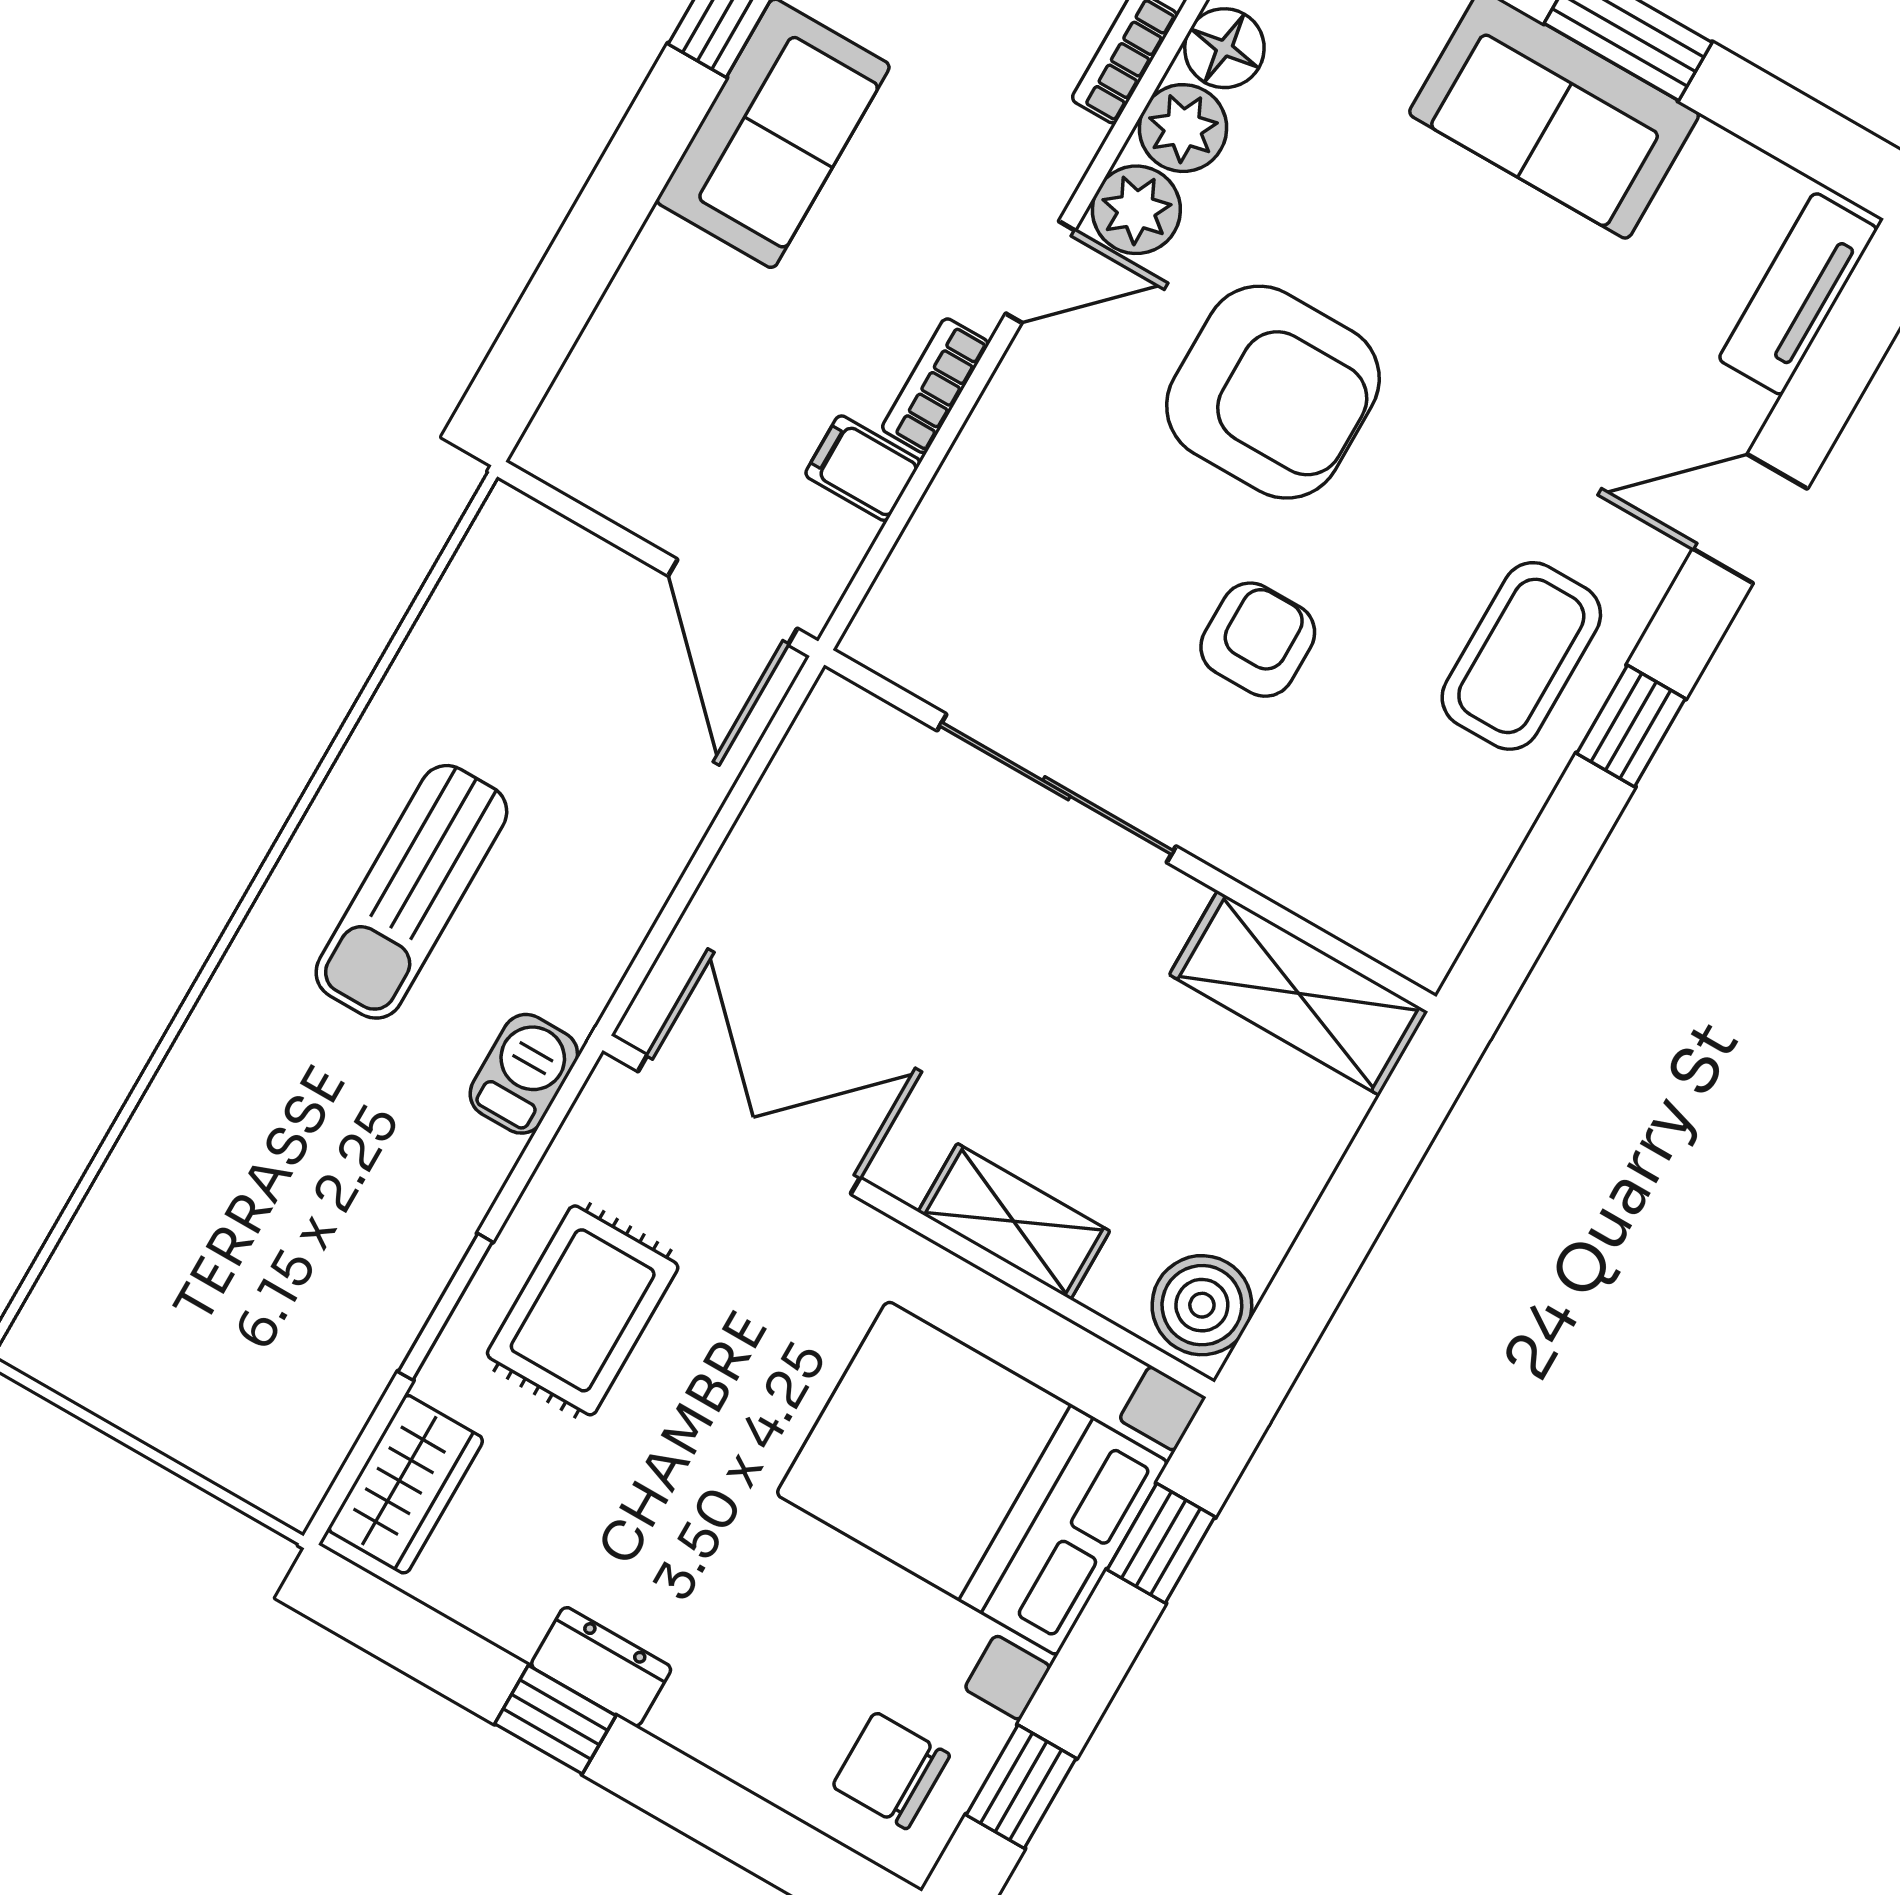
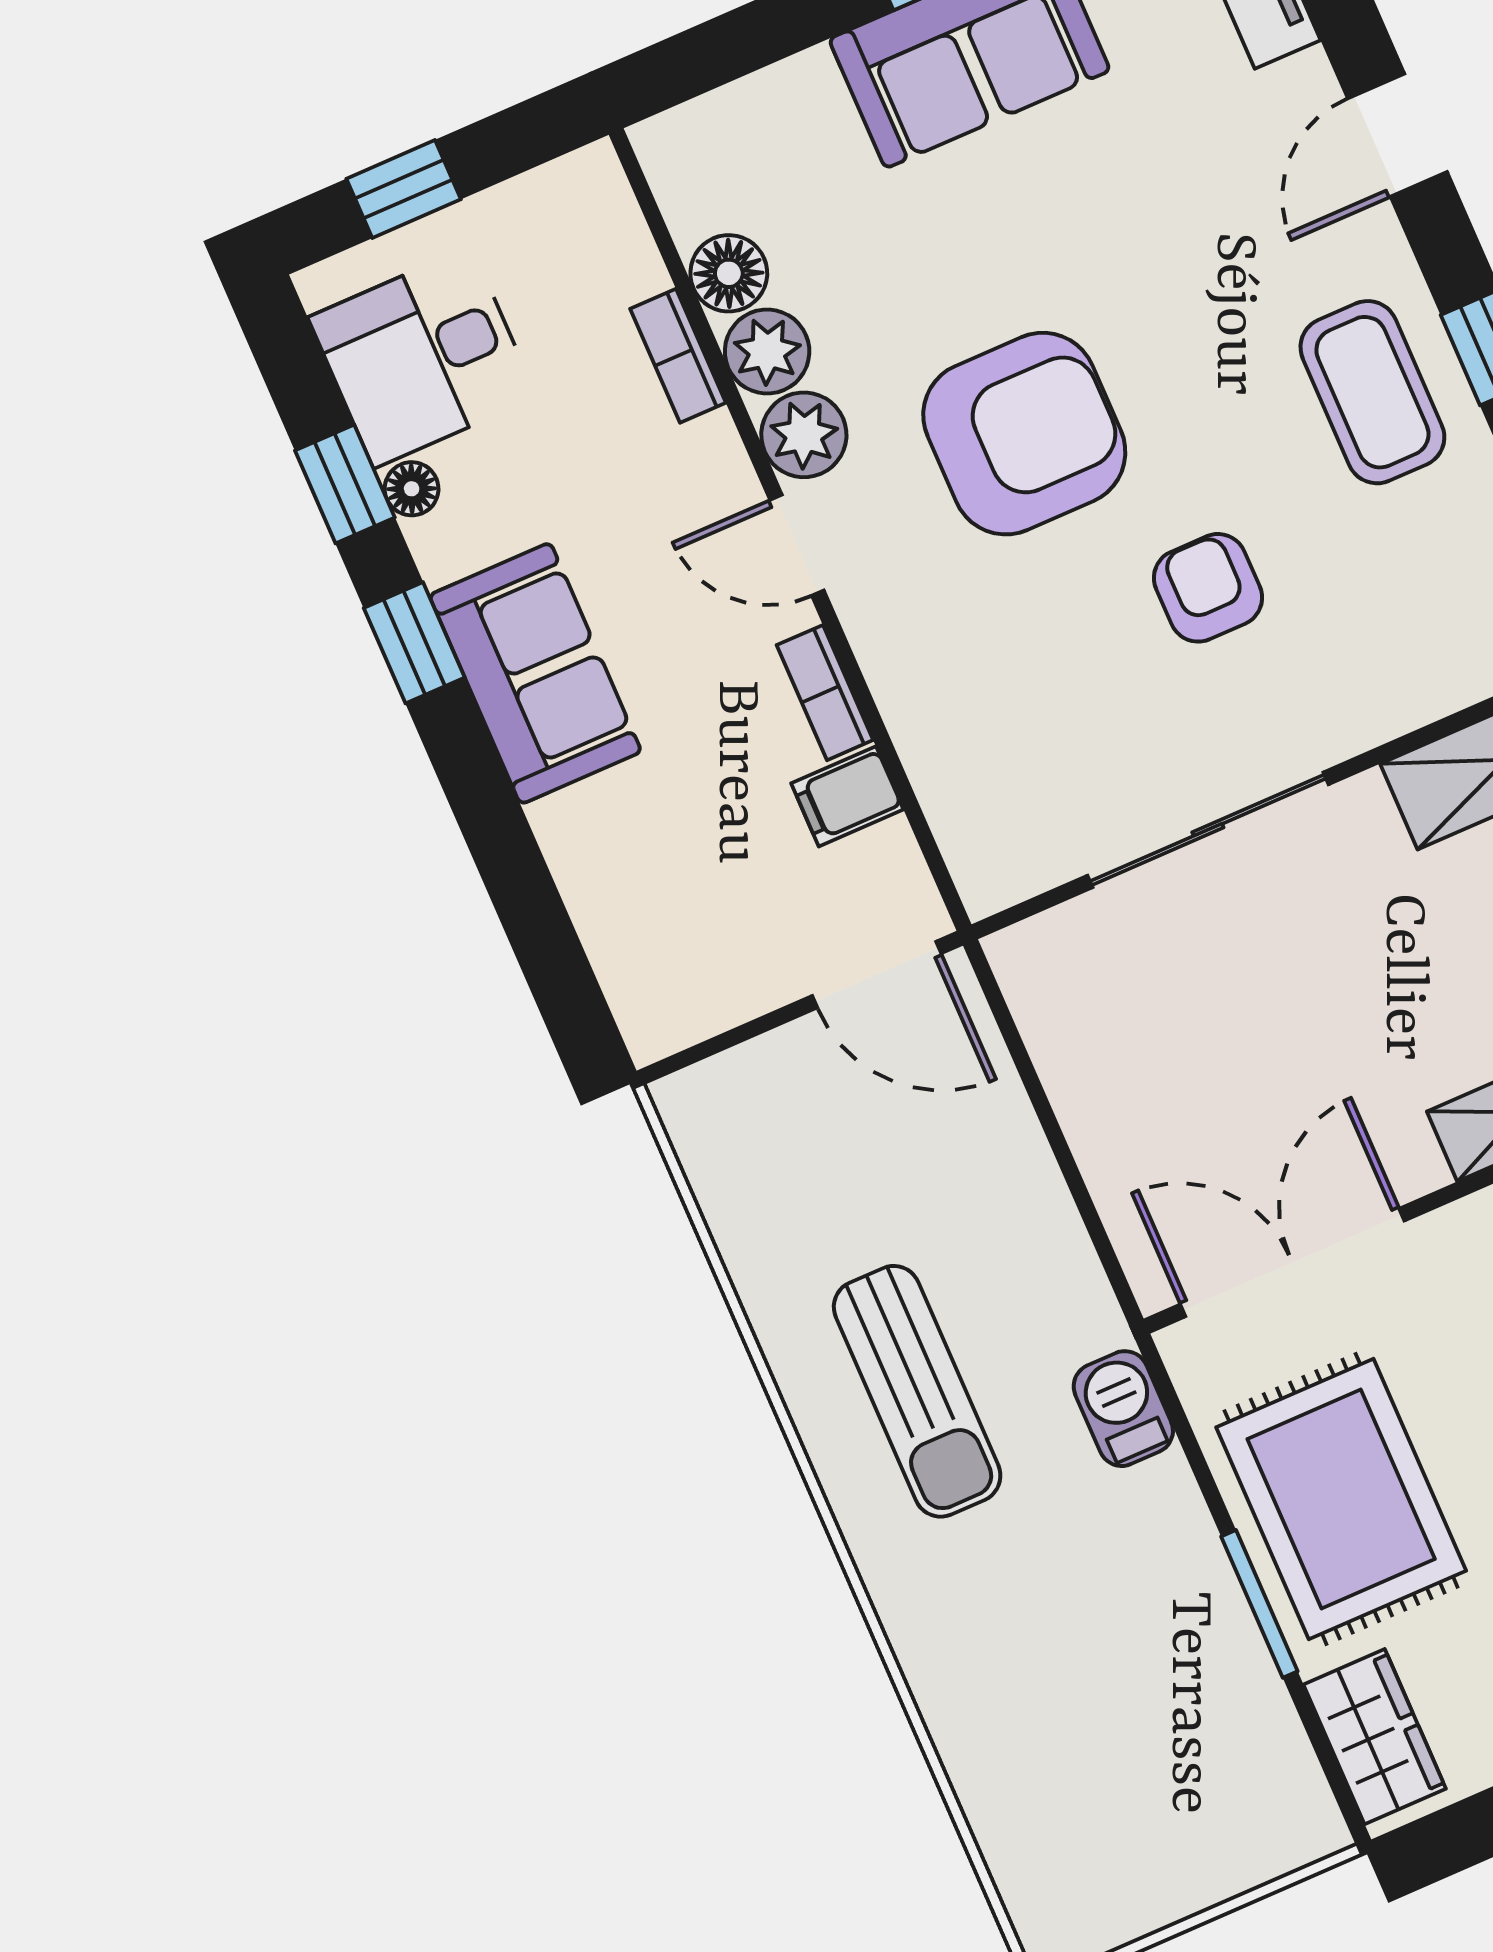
door: (1040, 272) -> (797, 545), swing flipped
rug: (583, 1310) -> (1341, 1499), width x1.36, depth x1.43

